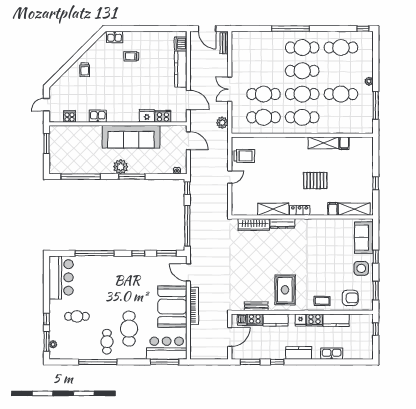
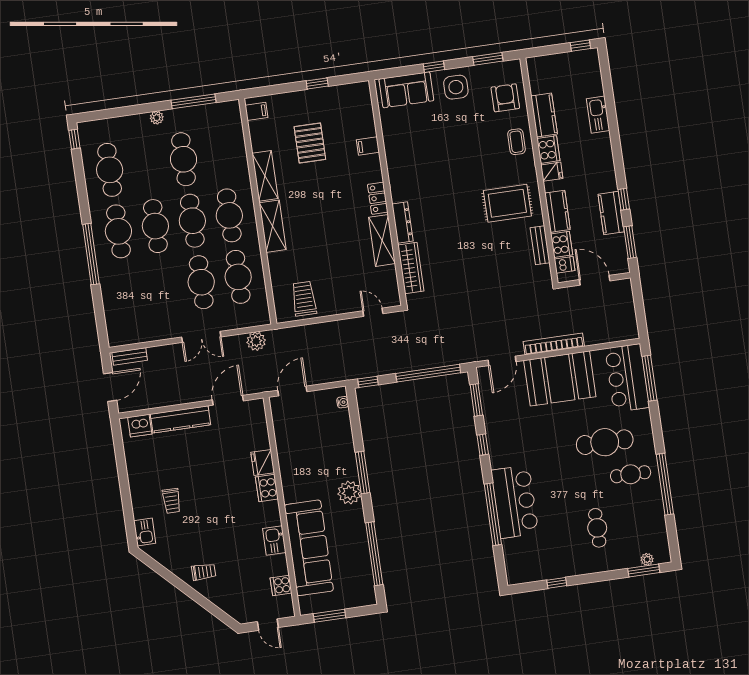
cooker: (163, 116) -> (267, 488), moved
sofa: (131, 137) -> (309, 548), moved
filing cabinet: (344, 143) -> (256, 111), moved
door: (230, 177) -> (373, 312), moved
pallet: (315, 181) -> (310, 143), moved
shelving: (354, 209) -> (273, 226), moved
bar counter: (61, 277) -> (515, 502), moved, turned 90
window: (46, 319) -> (557, 583), moved
window: (376, 329) -> (580, 46), moved
kitchen counter: (299, 353) -> (611, 213), moved

